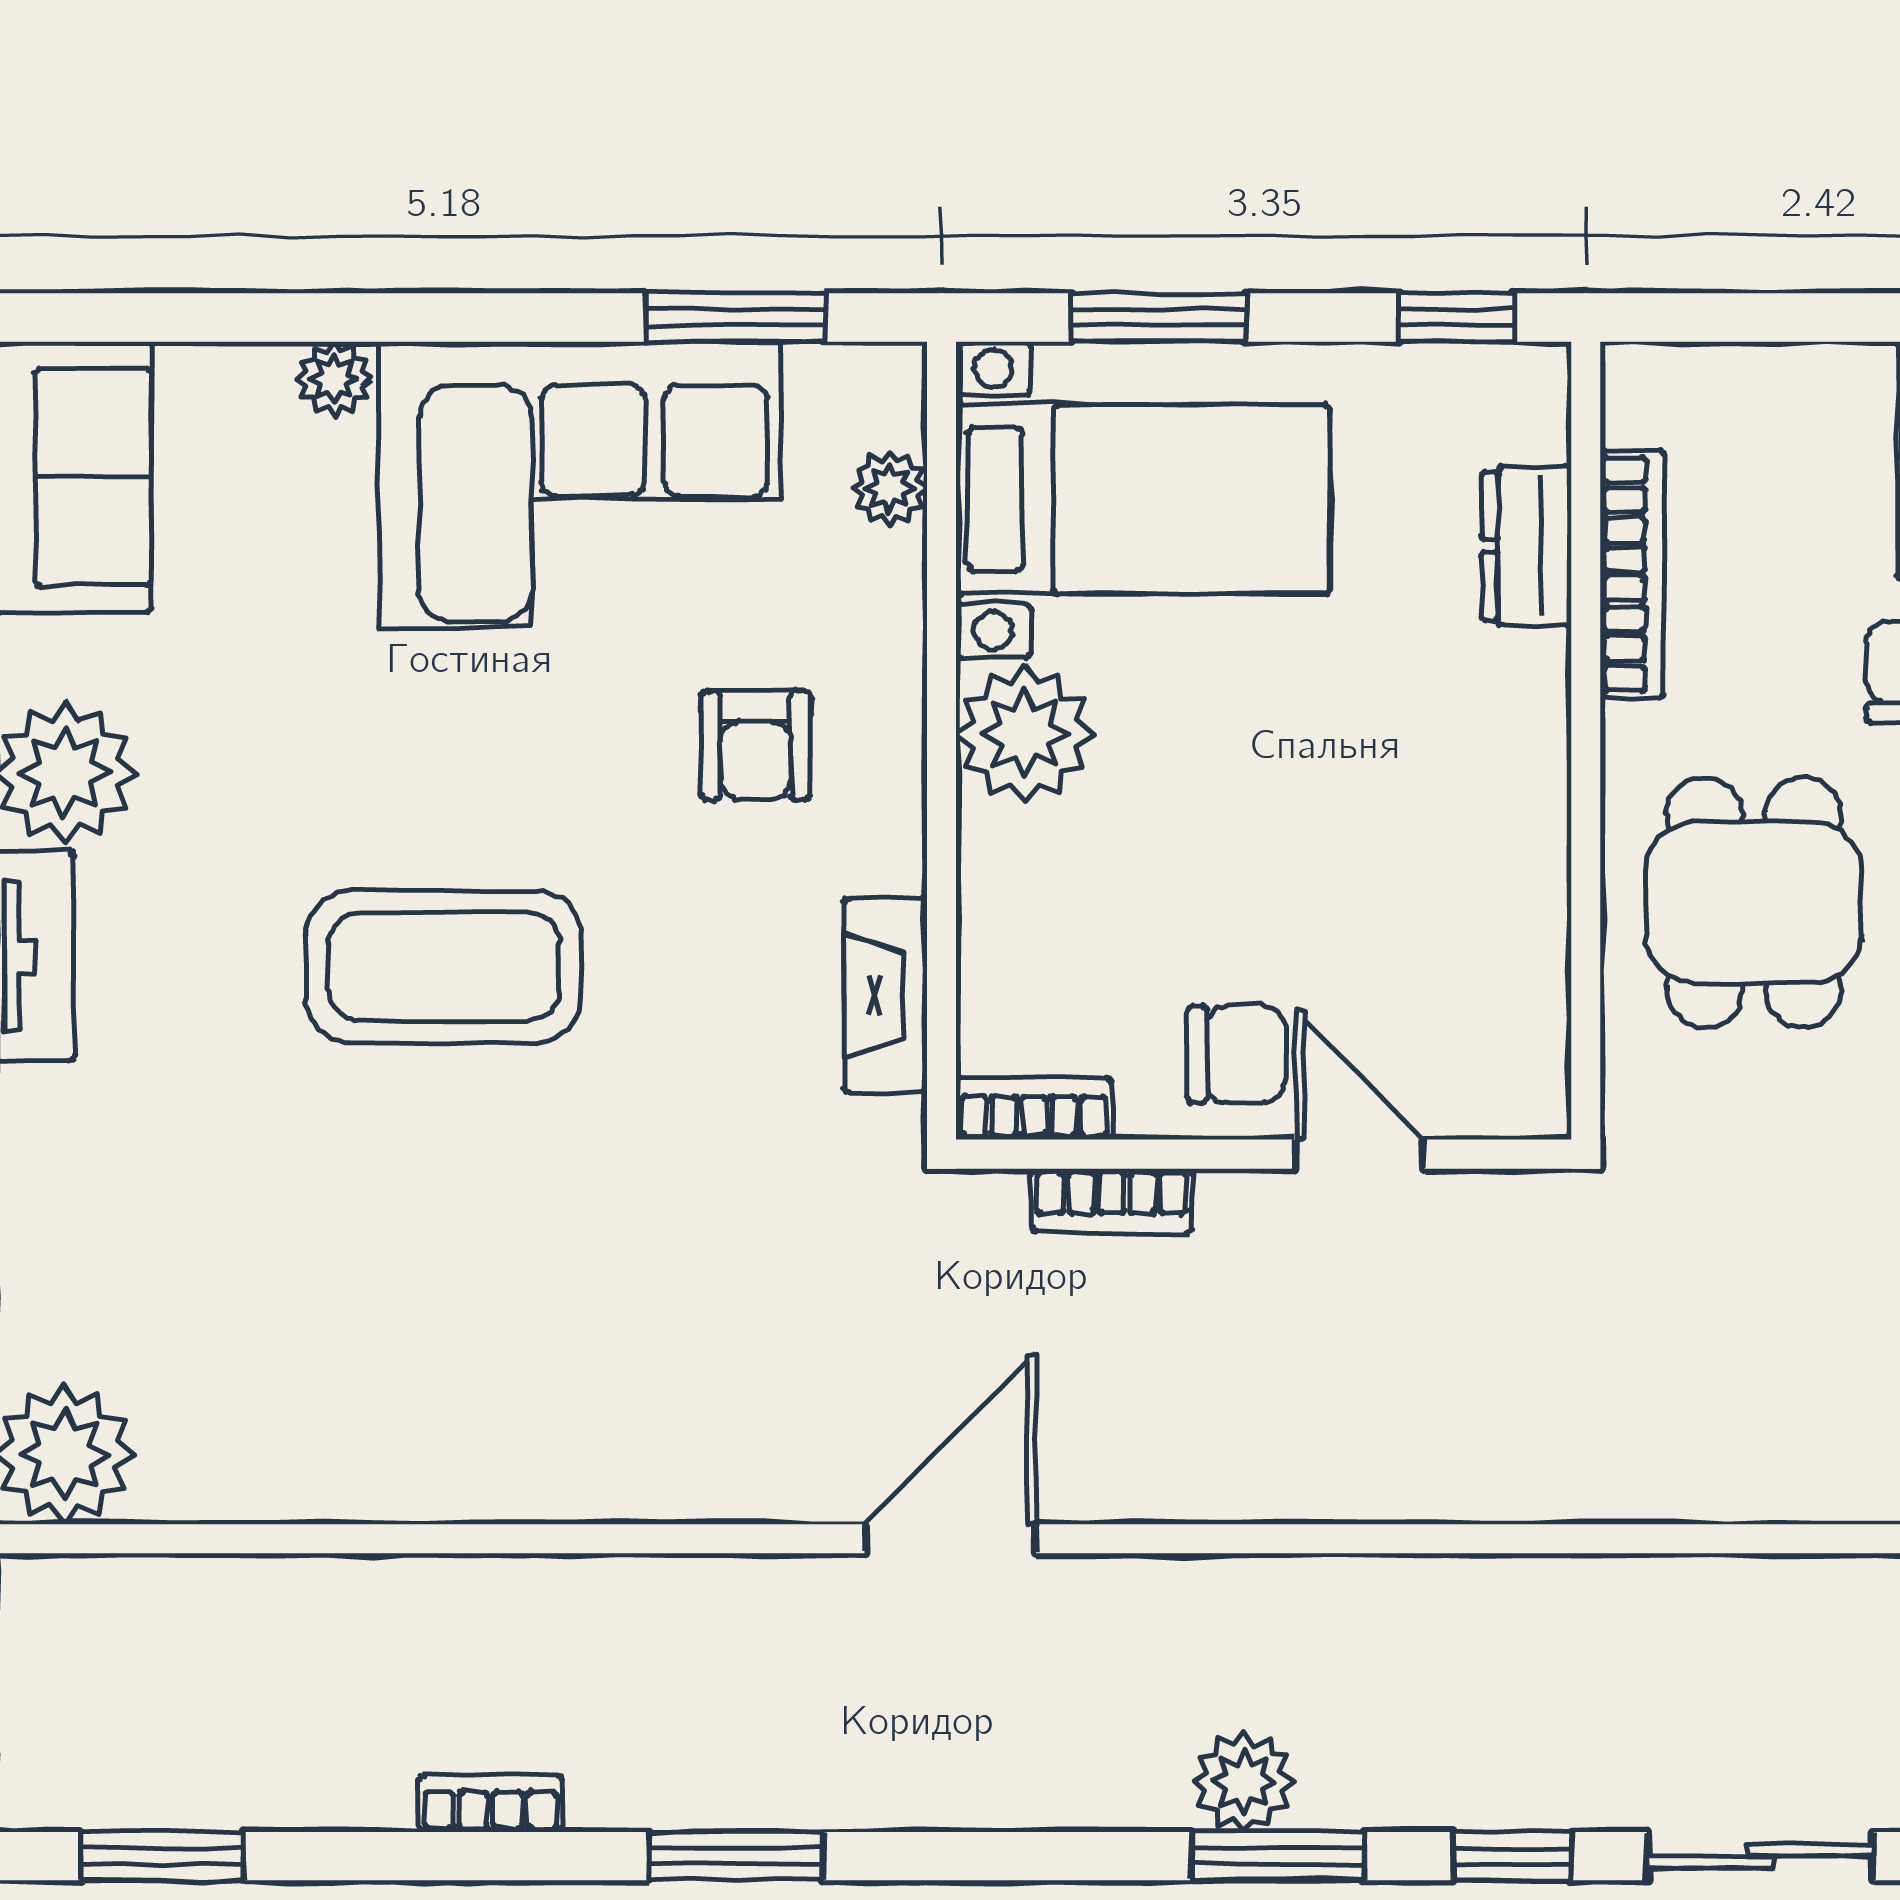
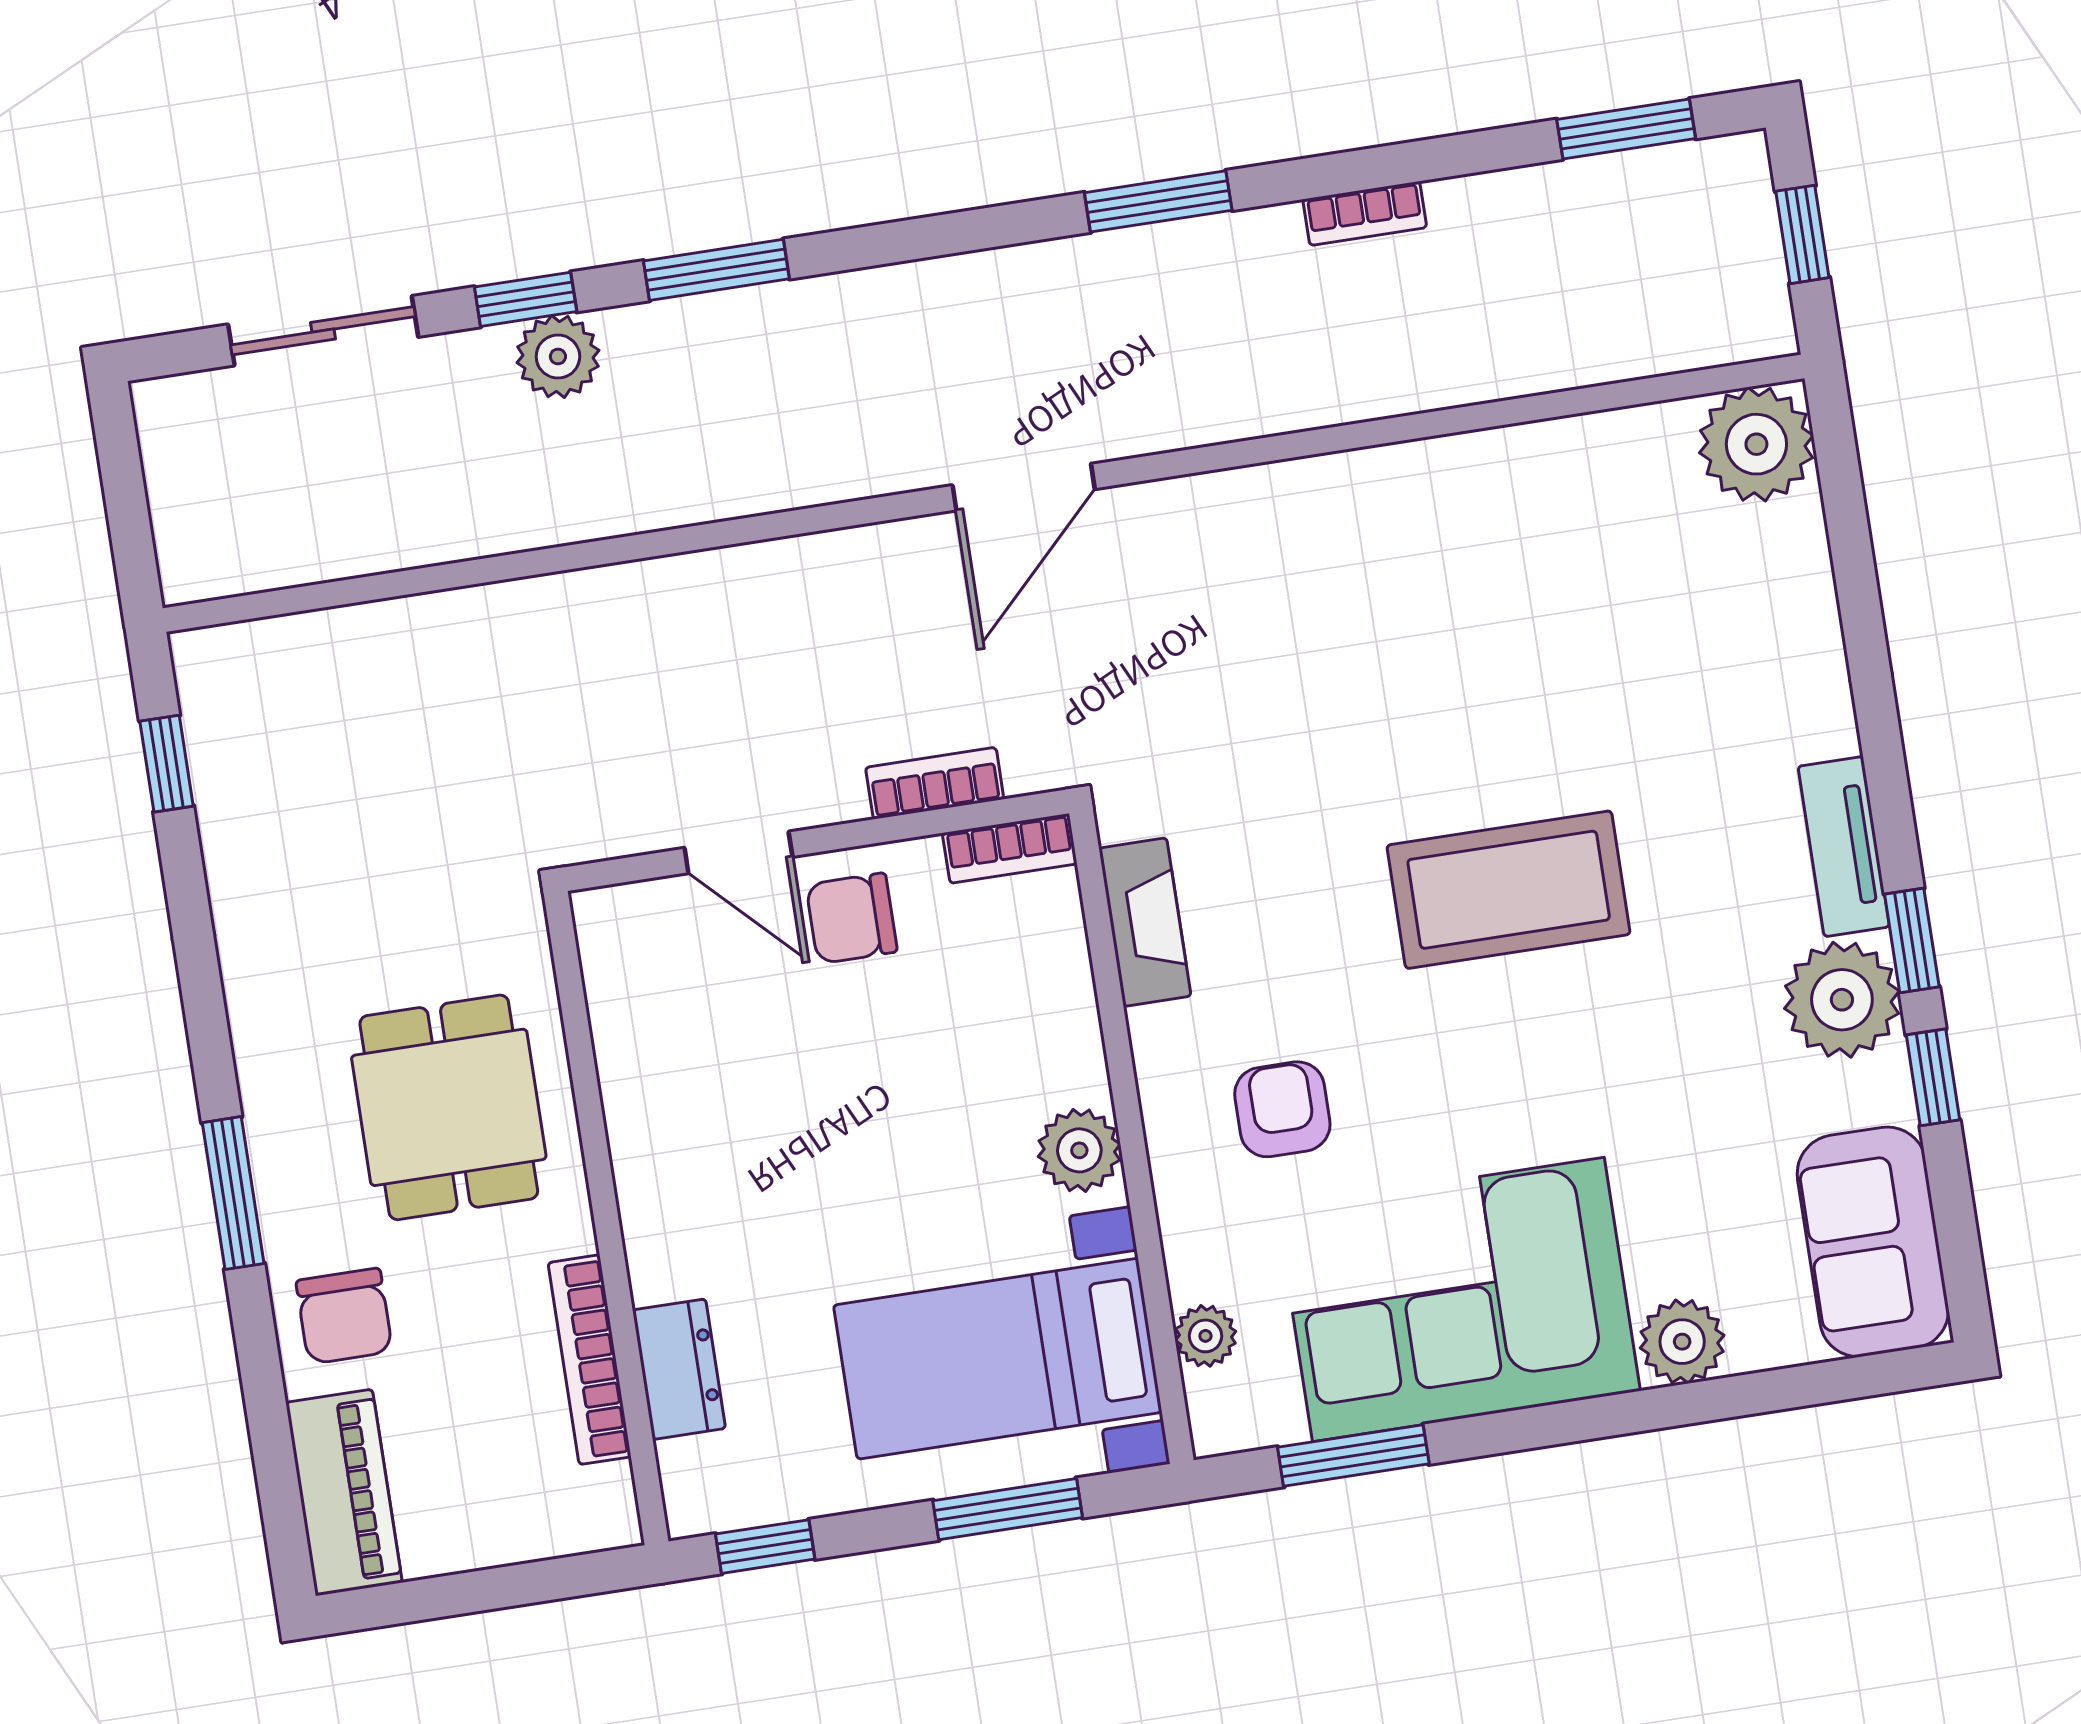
plant: (334, 379) -> (1682, 1342), width x1.38, depth x1.38
plant: (1025, 734) -> (1079, 1150), width x0.73, depth x0.73
plant: (1244, 1782) -> (558, 357), moved

